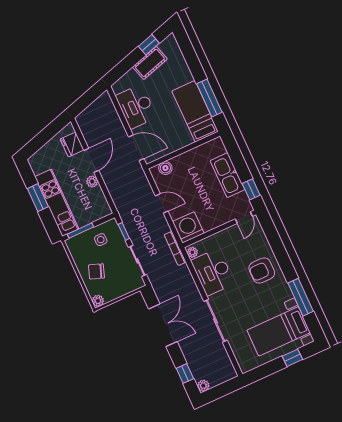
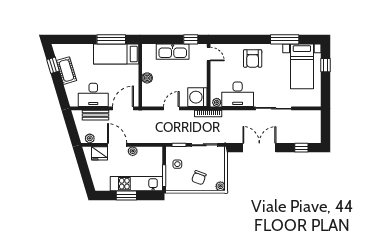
bench: (114, 120) -> (96, 115), added
boiler: (165, 168) -> (147, 78), moved
plant: (203, 386) -> (90, 138), moved

